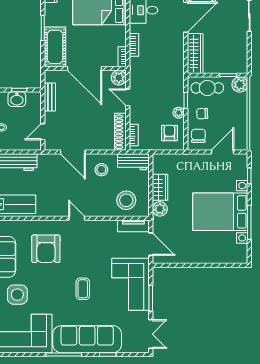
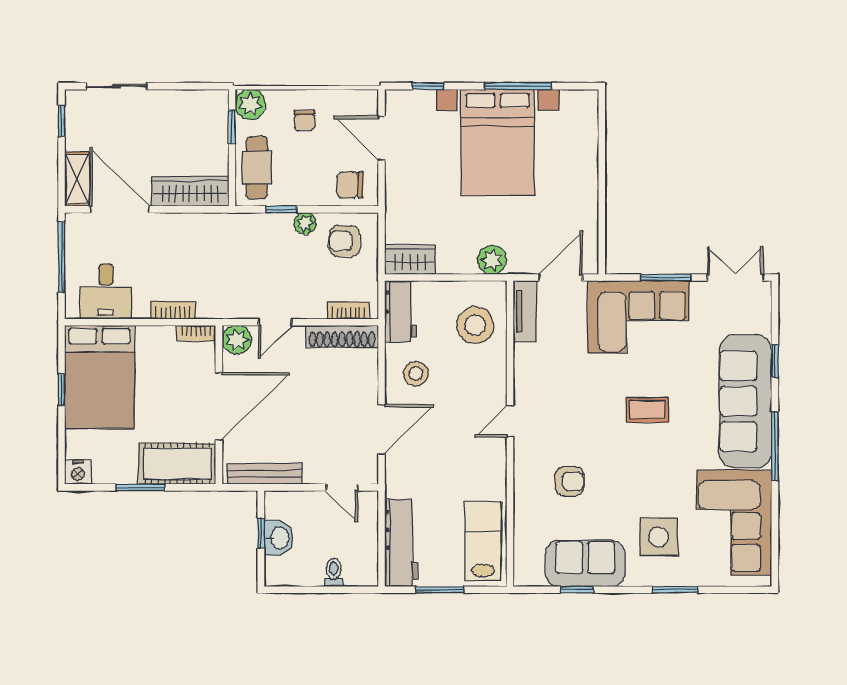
bench: (50, 97) -> (265, 474), width x1.36
chair: (202, 114) -> (304, 121), moved
wardrobe: (160, 187) -> (410, 260), moved
armchair: (46, 249) -> (569, 481), width x0.53, depth x0.53

